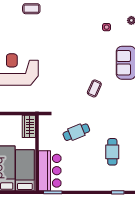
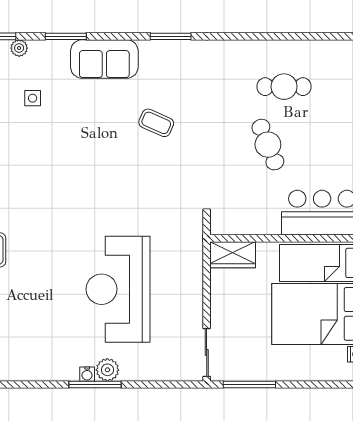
cafe table: (76, 132) -> (268, 145), moved

